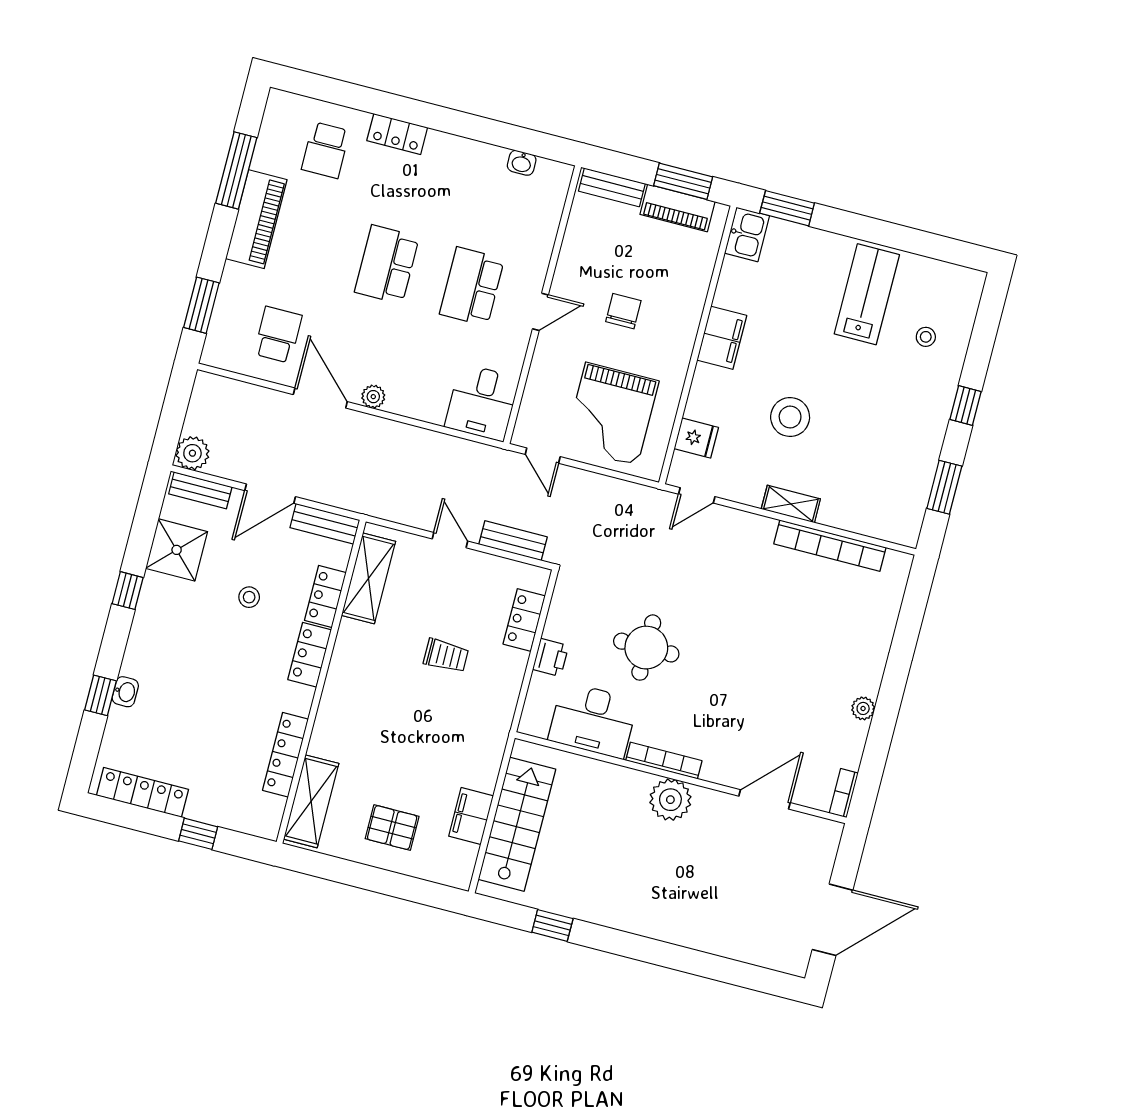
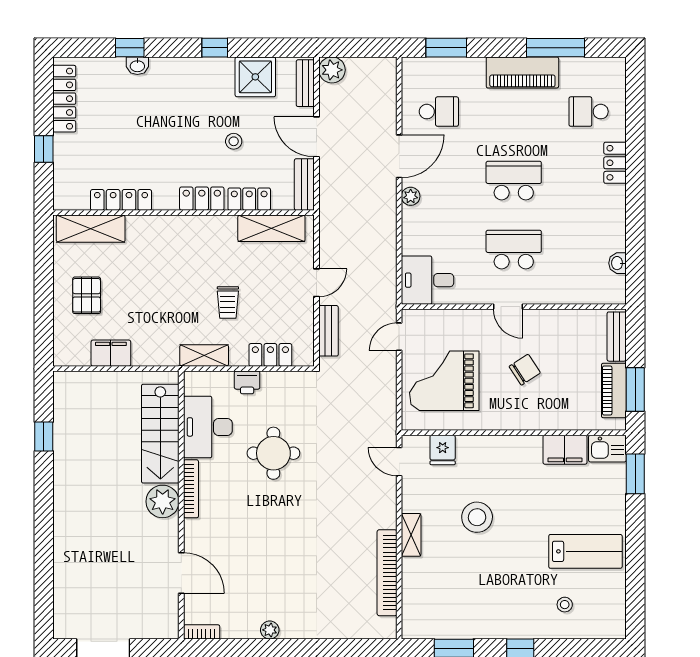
chair: (623, 311) -> (525, 370), turned -33
filing cabinet: (722, 338) -> (565, 450), moved
shelving: (504, 702) -> (204, 355), added
stairs: (517, 824) -> (160, 434), moved, turned 90

